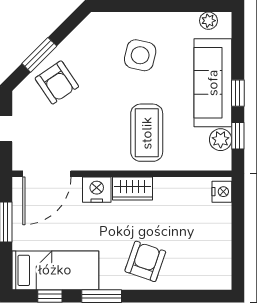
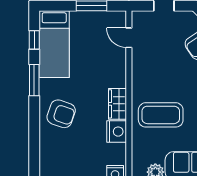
door: (47, 174) -> (129, 38), width x0.53
nightstand: (97, 190) -> (117, 132), moved

